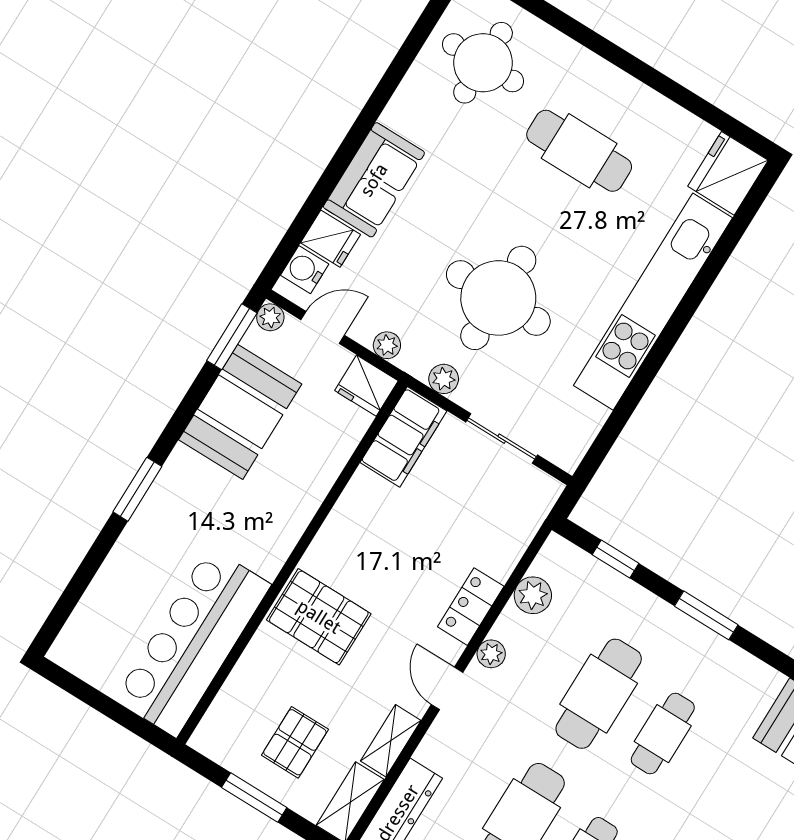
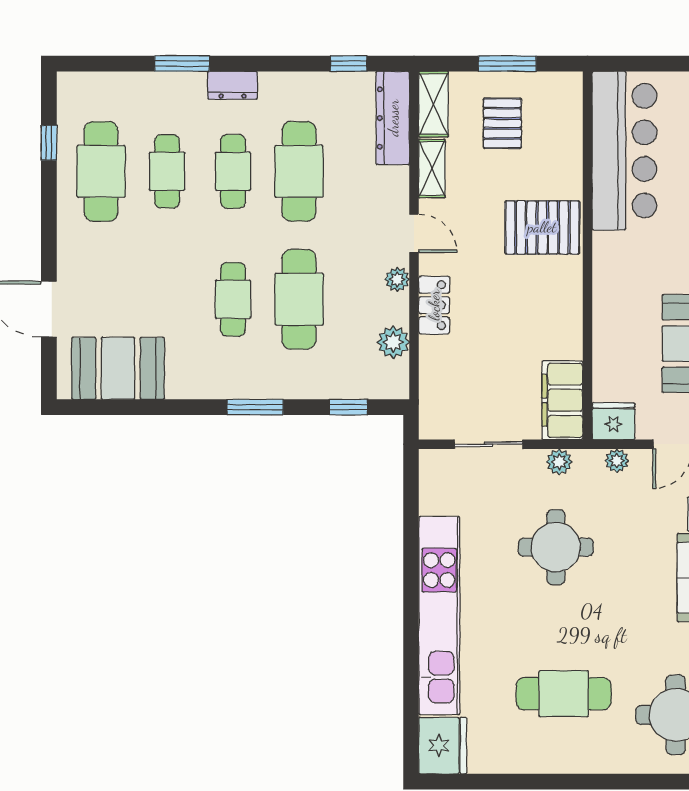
round table: (498, 298) -> (556, 547), width x0.73, depth x0.73

